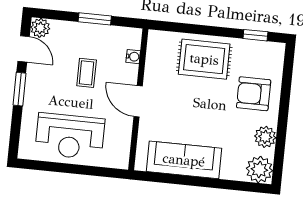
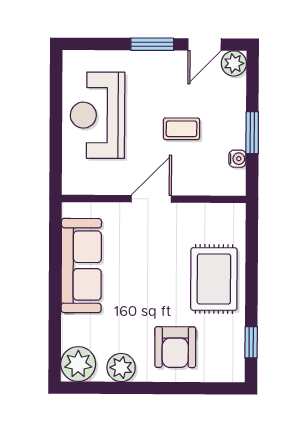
water cooler: (133, 57) -> (237, 159), moved, turned -90
armchair: (254, 94) -> (175, 347), turned 180

